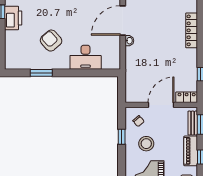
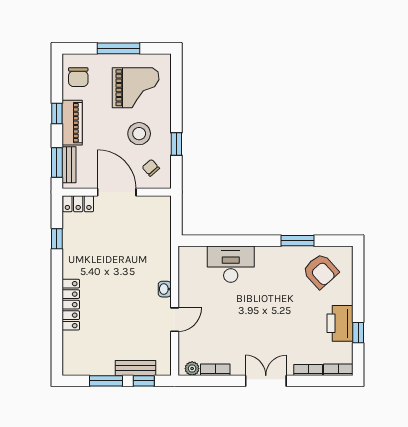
door: (123, 20) -> (175, 320), width x0.53
armchair: (51, 41) -> (321, 271), moved
door: (161, 105) -> (117, 192), swing flipped

